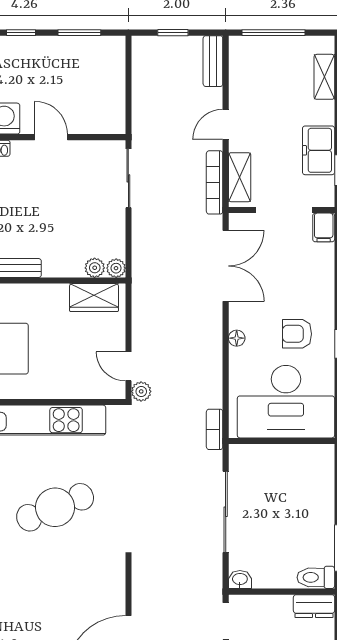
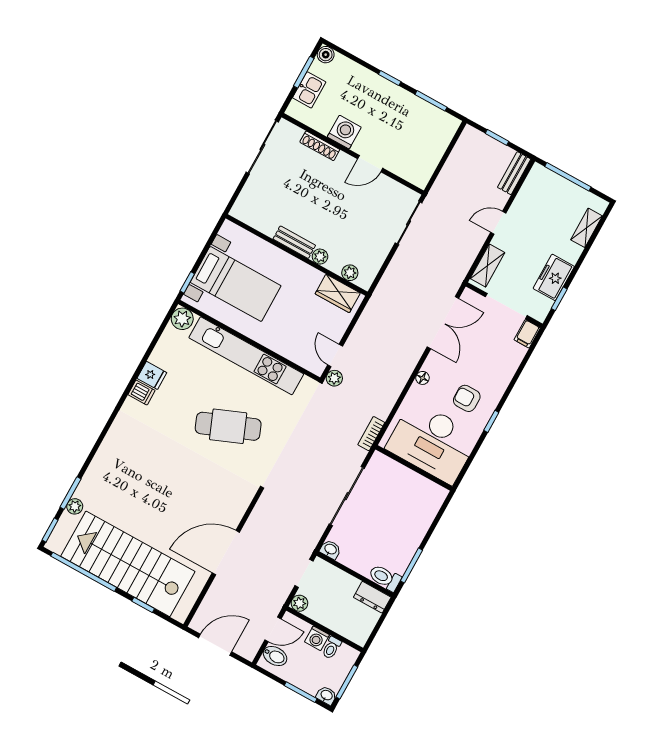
door: (51, 137) -> (370, 164), swing flipped
bookcase: (215, 182) -> (468, 259), removed
plant: (116, 268) -> (320, 257), moved

